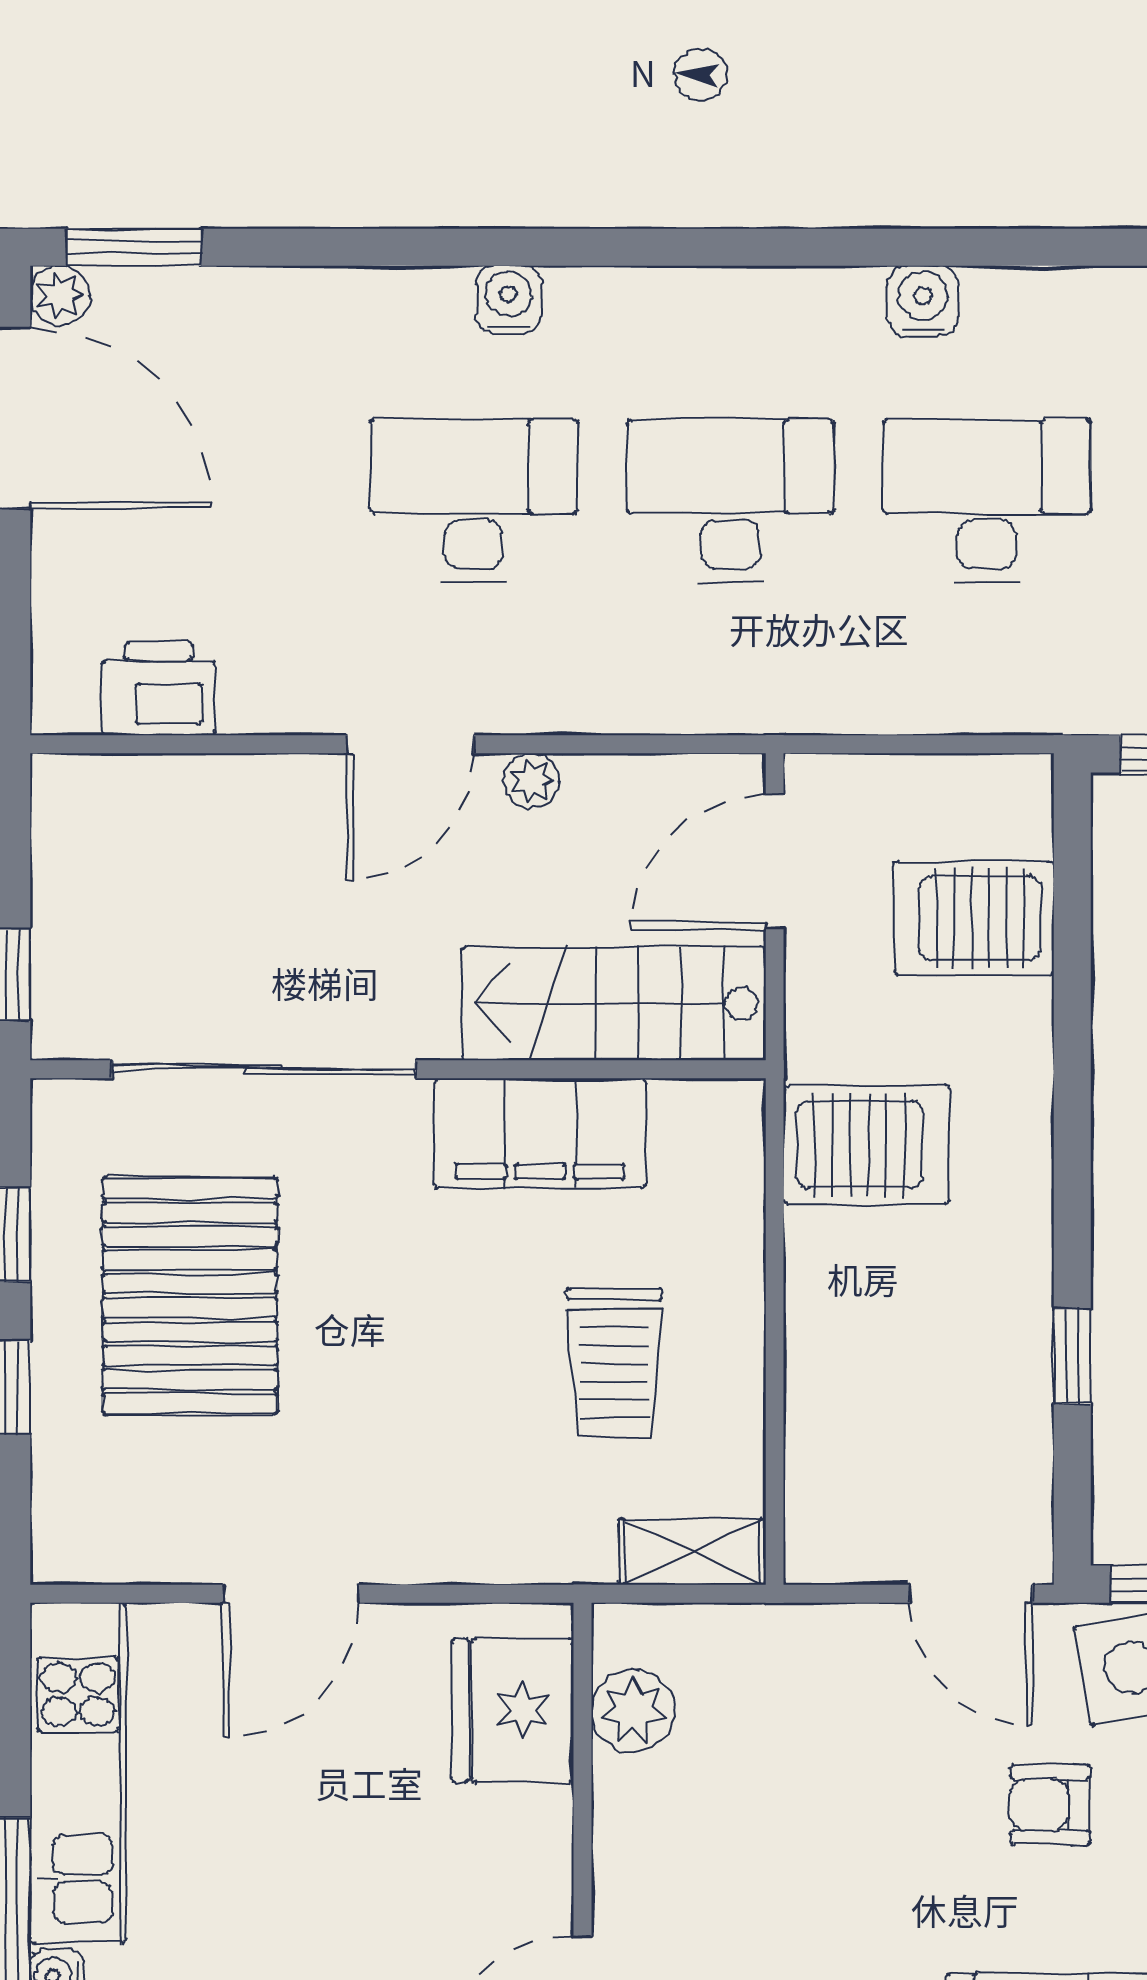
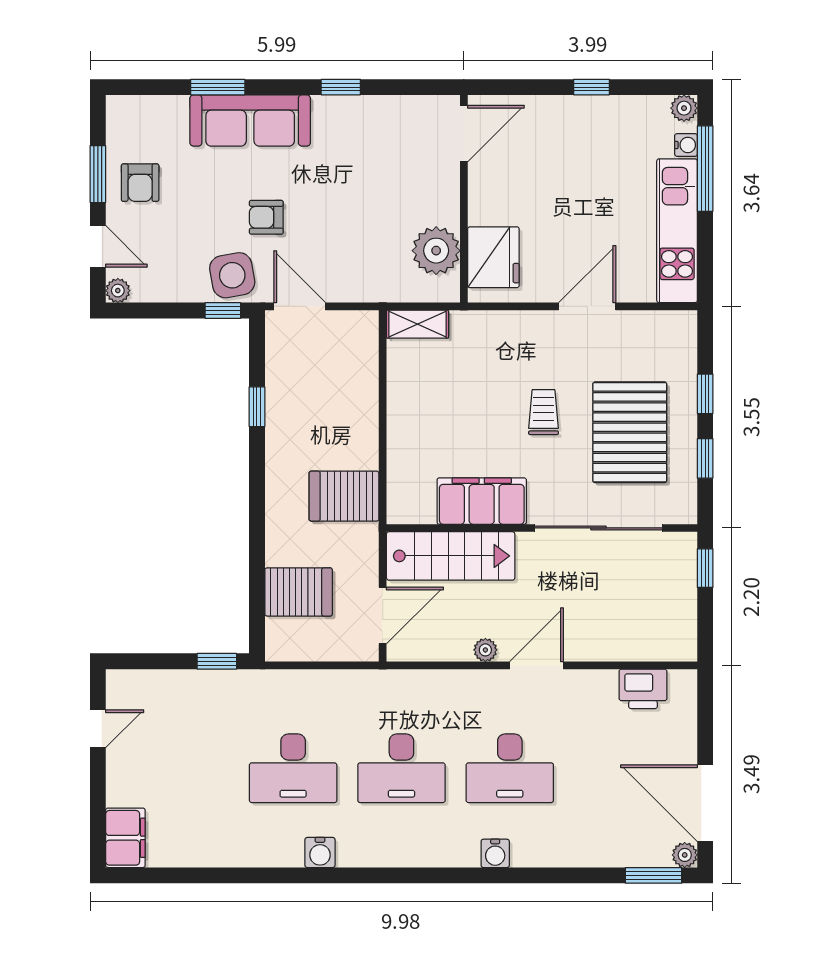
trolley: (614, 1362) -> (543, 412), moved, width x0.73, depth x0.72
plant: (633, 1711) -> (436, 251), width x1.36, depth x1.36
armchair: (1050, 1805) -> (266, 217), turned 180

